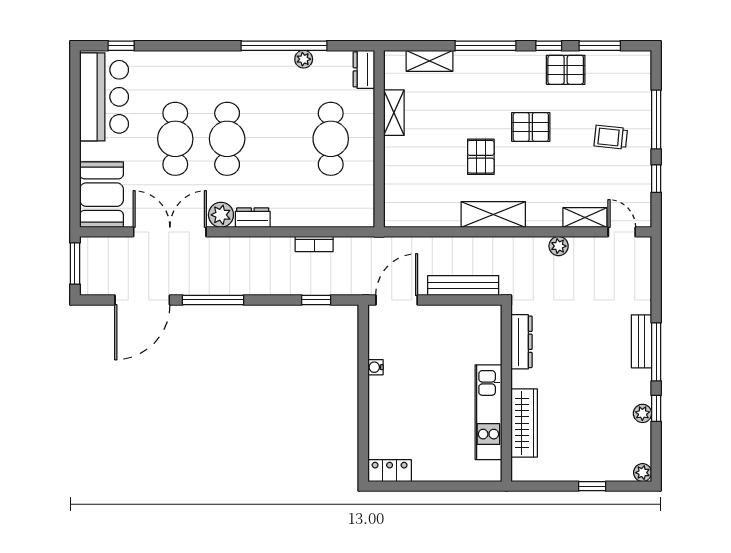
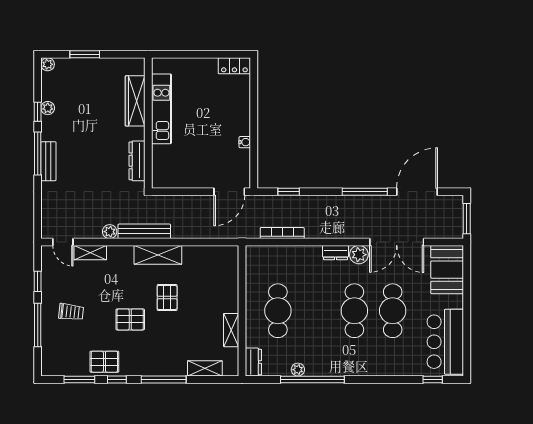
bookcase: (314, 244) -> (282, 233), width x1.56
bench: (463, 286) -> (144, 231), moved
window: (592, 486) -> (85, 54), width x1.50

